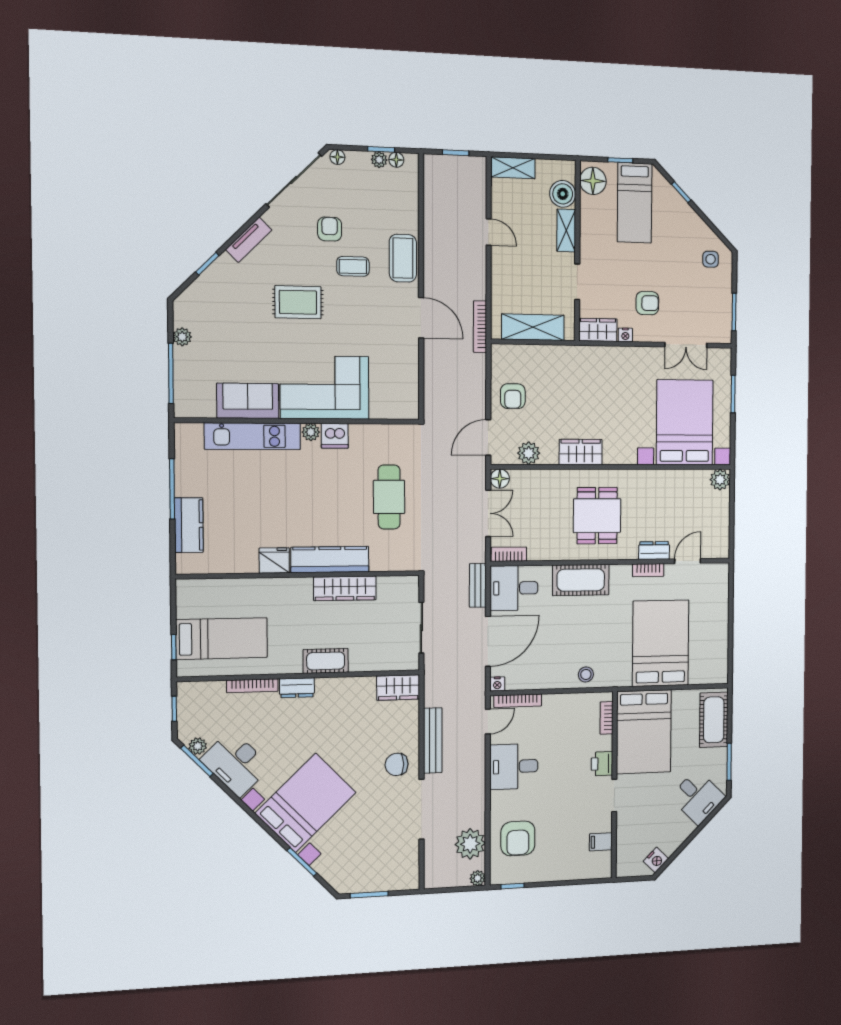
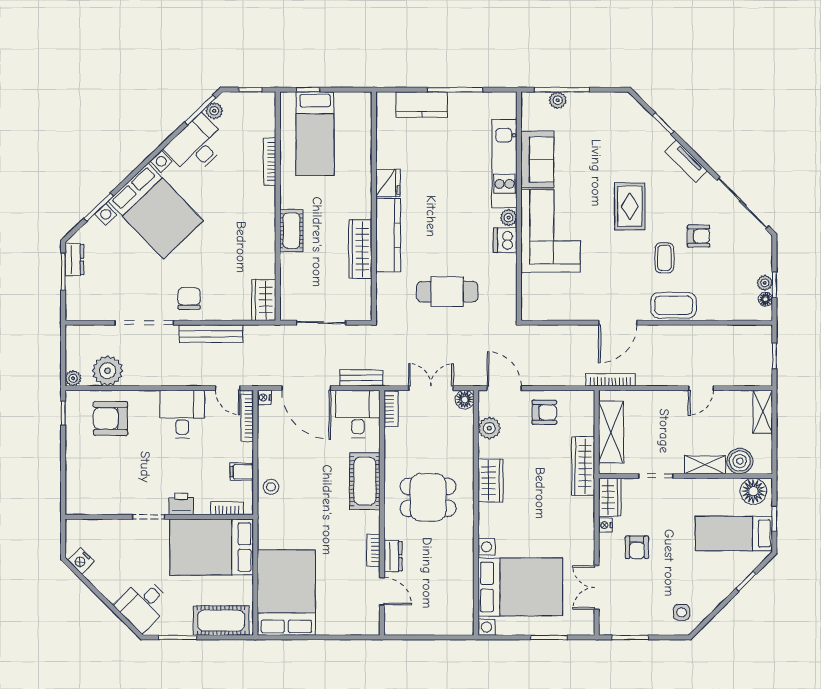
floor lamp: (337, 157) -> (765, 244), removed
plant: (182, 337) -> (558, 100), moved
wardrobe: (567, 357) -> (583, 466), added
armchair: (513, 396) -> (544, 412), turned 180
plant: (720, 480) -> (463, 625), removed
double door: (488, 513) -> (431, 388), swing flipped
bed: (661, 643) -> (286, 593), moved, turned -90
dresser: (297, 688) -> (74, 260), moved, turned 180
filing cabinet: (601, 842) -> (242, 472), moved, turned -90

